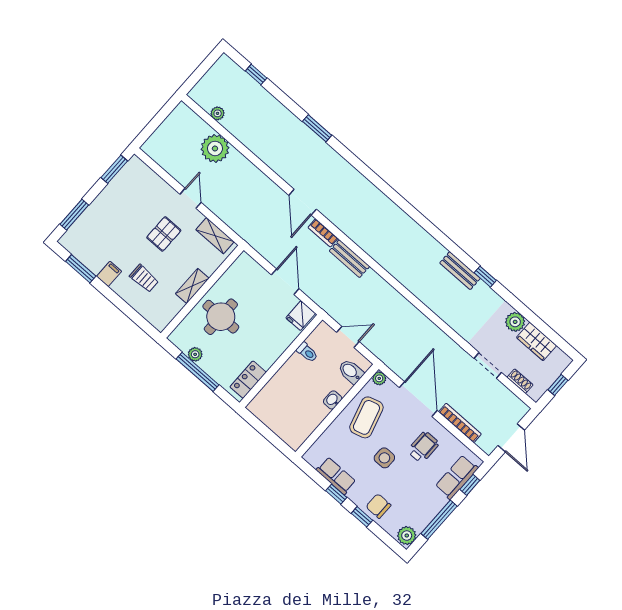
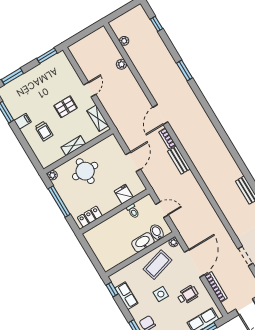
plant: (215, 148) -> (121, 64), width x0.53, depth x0.53
fridge: (301, 316) -> (124, 194), moved, turned 90
plant: (195, 354) -> (52, 175), moved
washbasin: (333, 400) -> (143, 242), width x1.91, depth x1.45
window: (336, 494) -> (112, 289), moved

